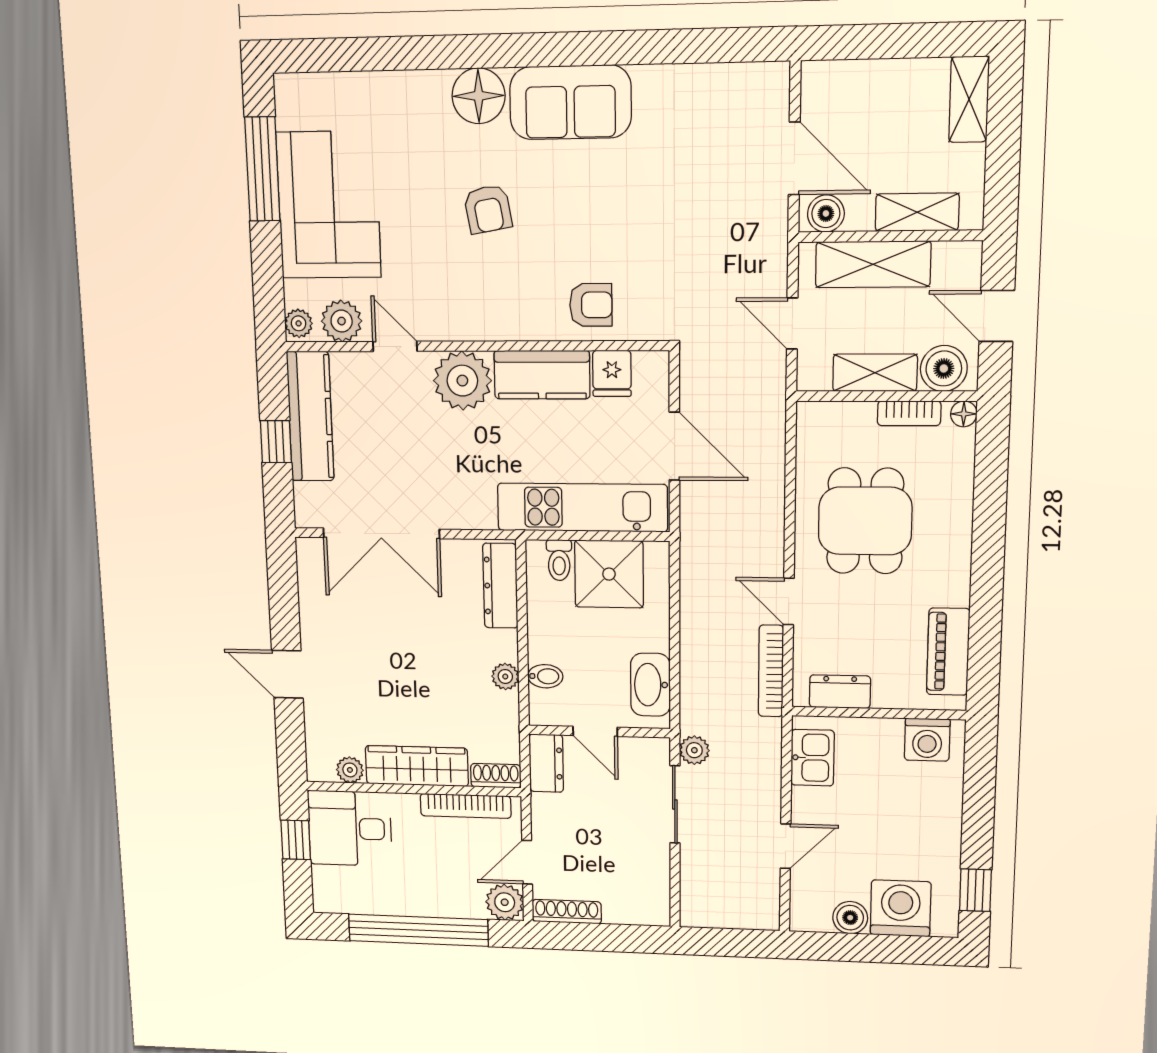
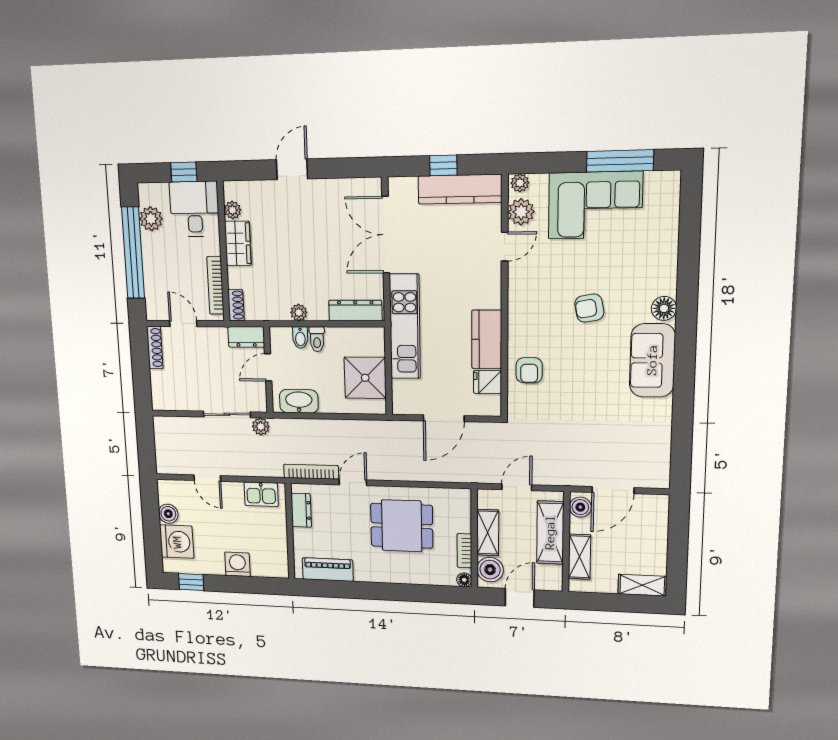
floor lamp: (479, 96) -> (664, 308), width x0.73, depth x0.73
plant: (462, 381) -> (483, 290), removed
kitchen unit: (582, 507) -> (405, 326), moved
toilet: (559, 560) -> (317, 339), moved, turned -90
washing machine: (927, 740) -> (237, 564), moved, turned 90
wardrobe: (417, 766) -> (238, 243), width x0.67
plant: (505, 902) -> (151, 219), moved

